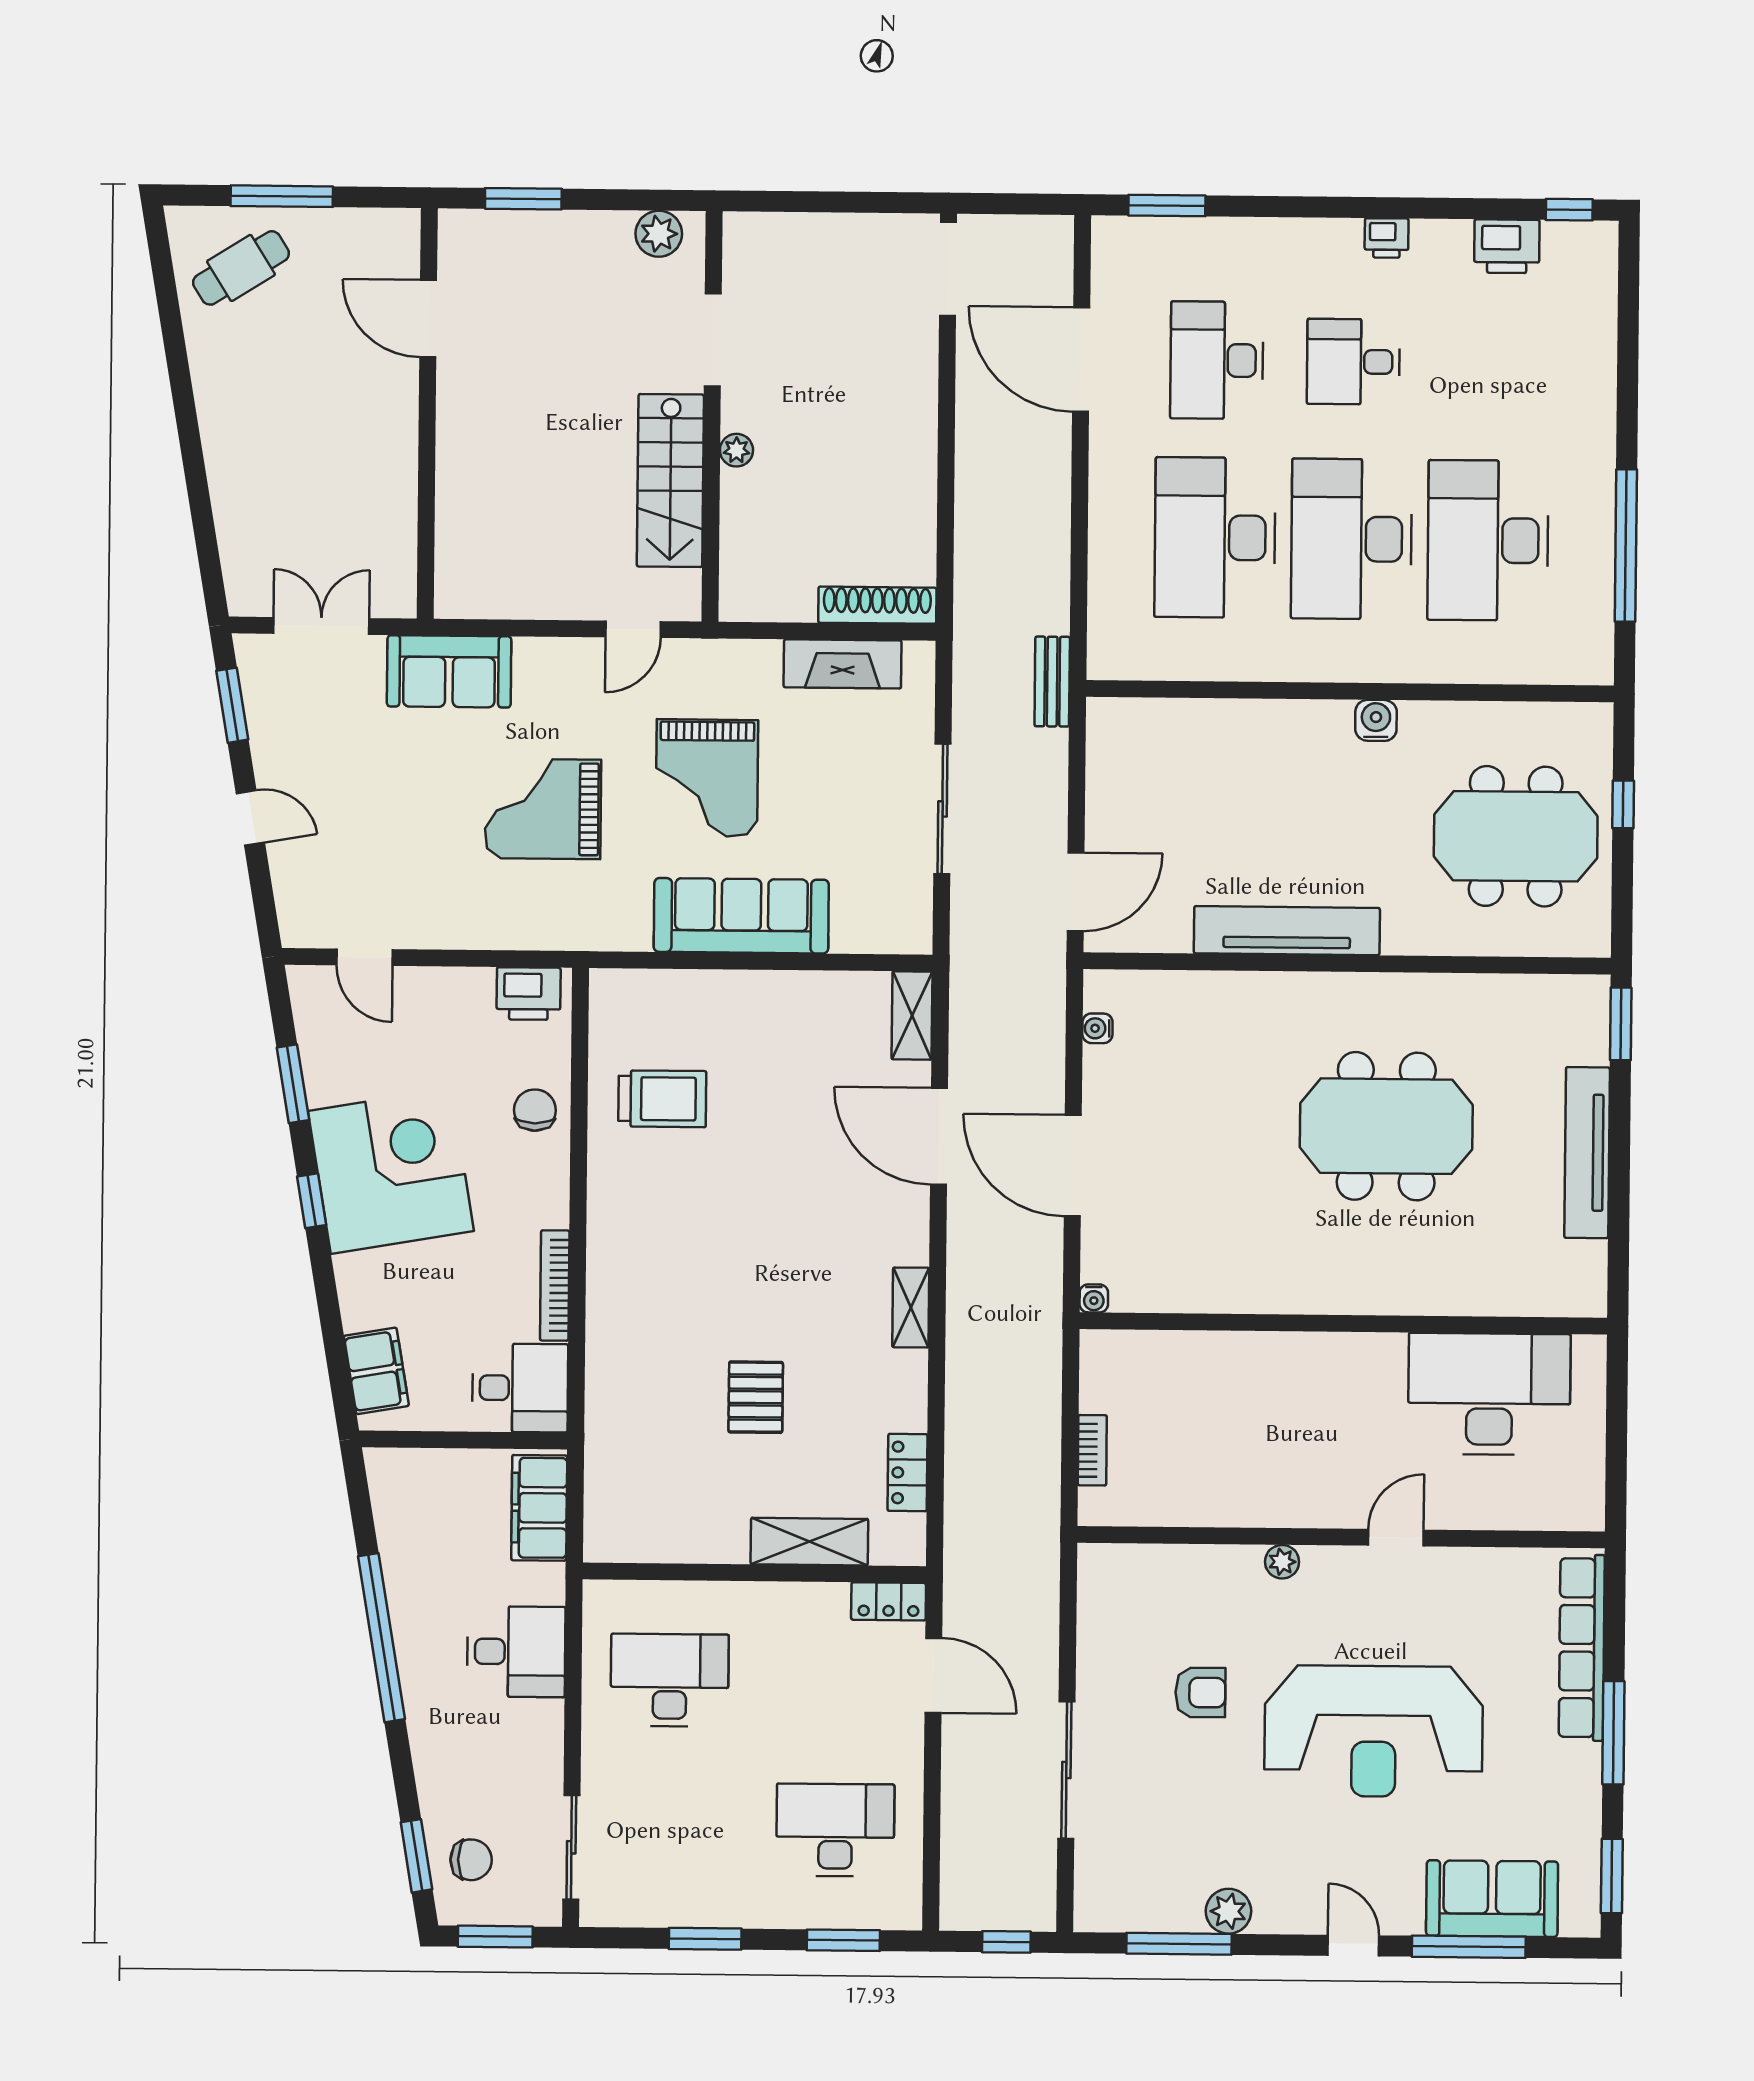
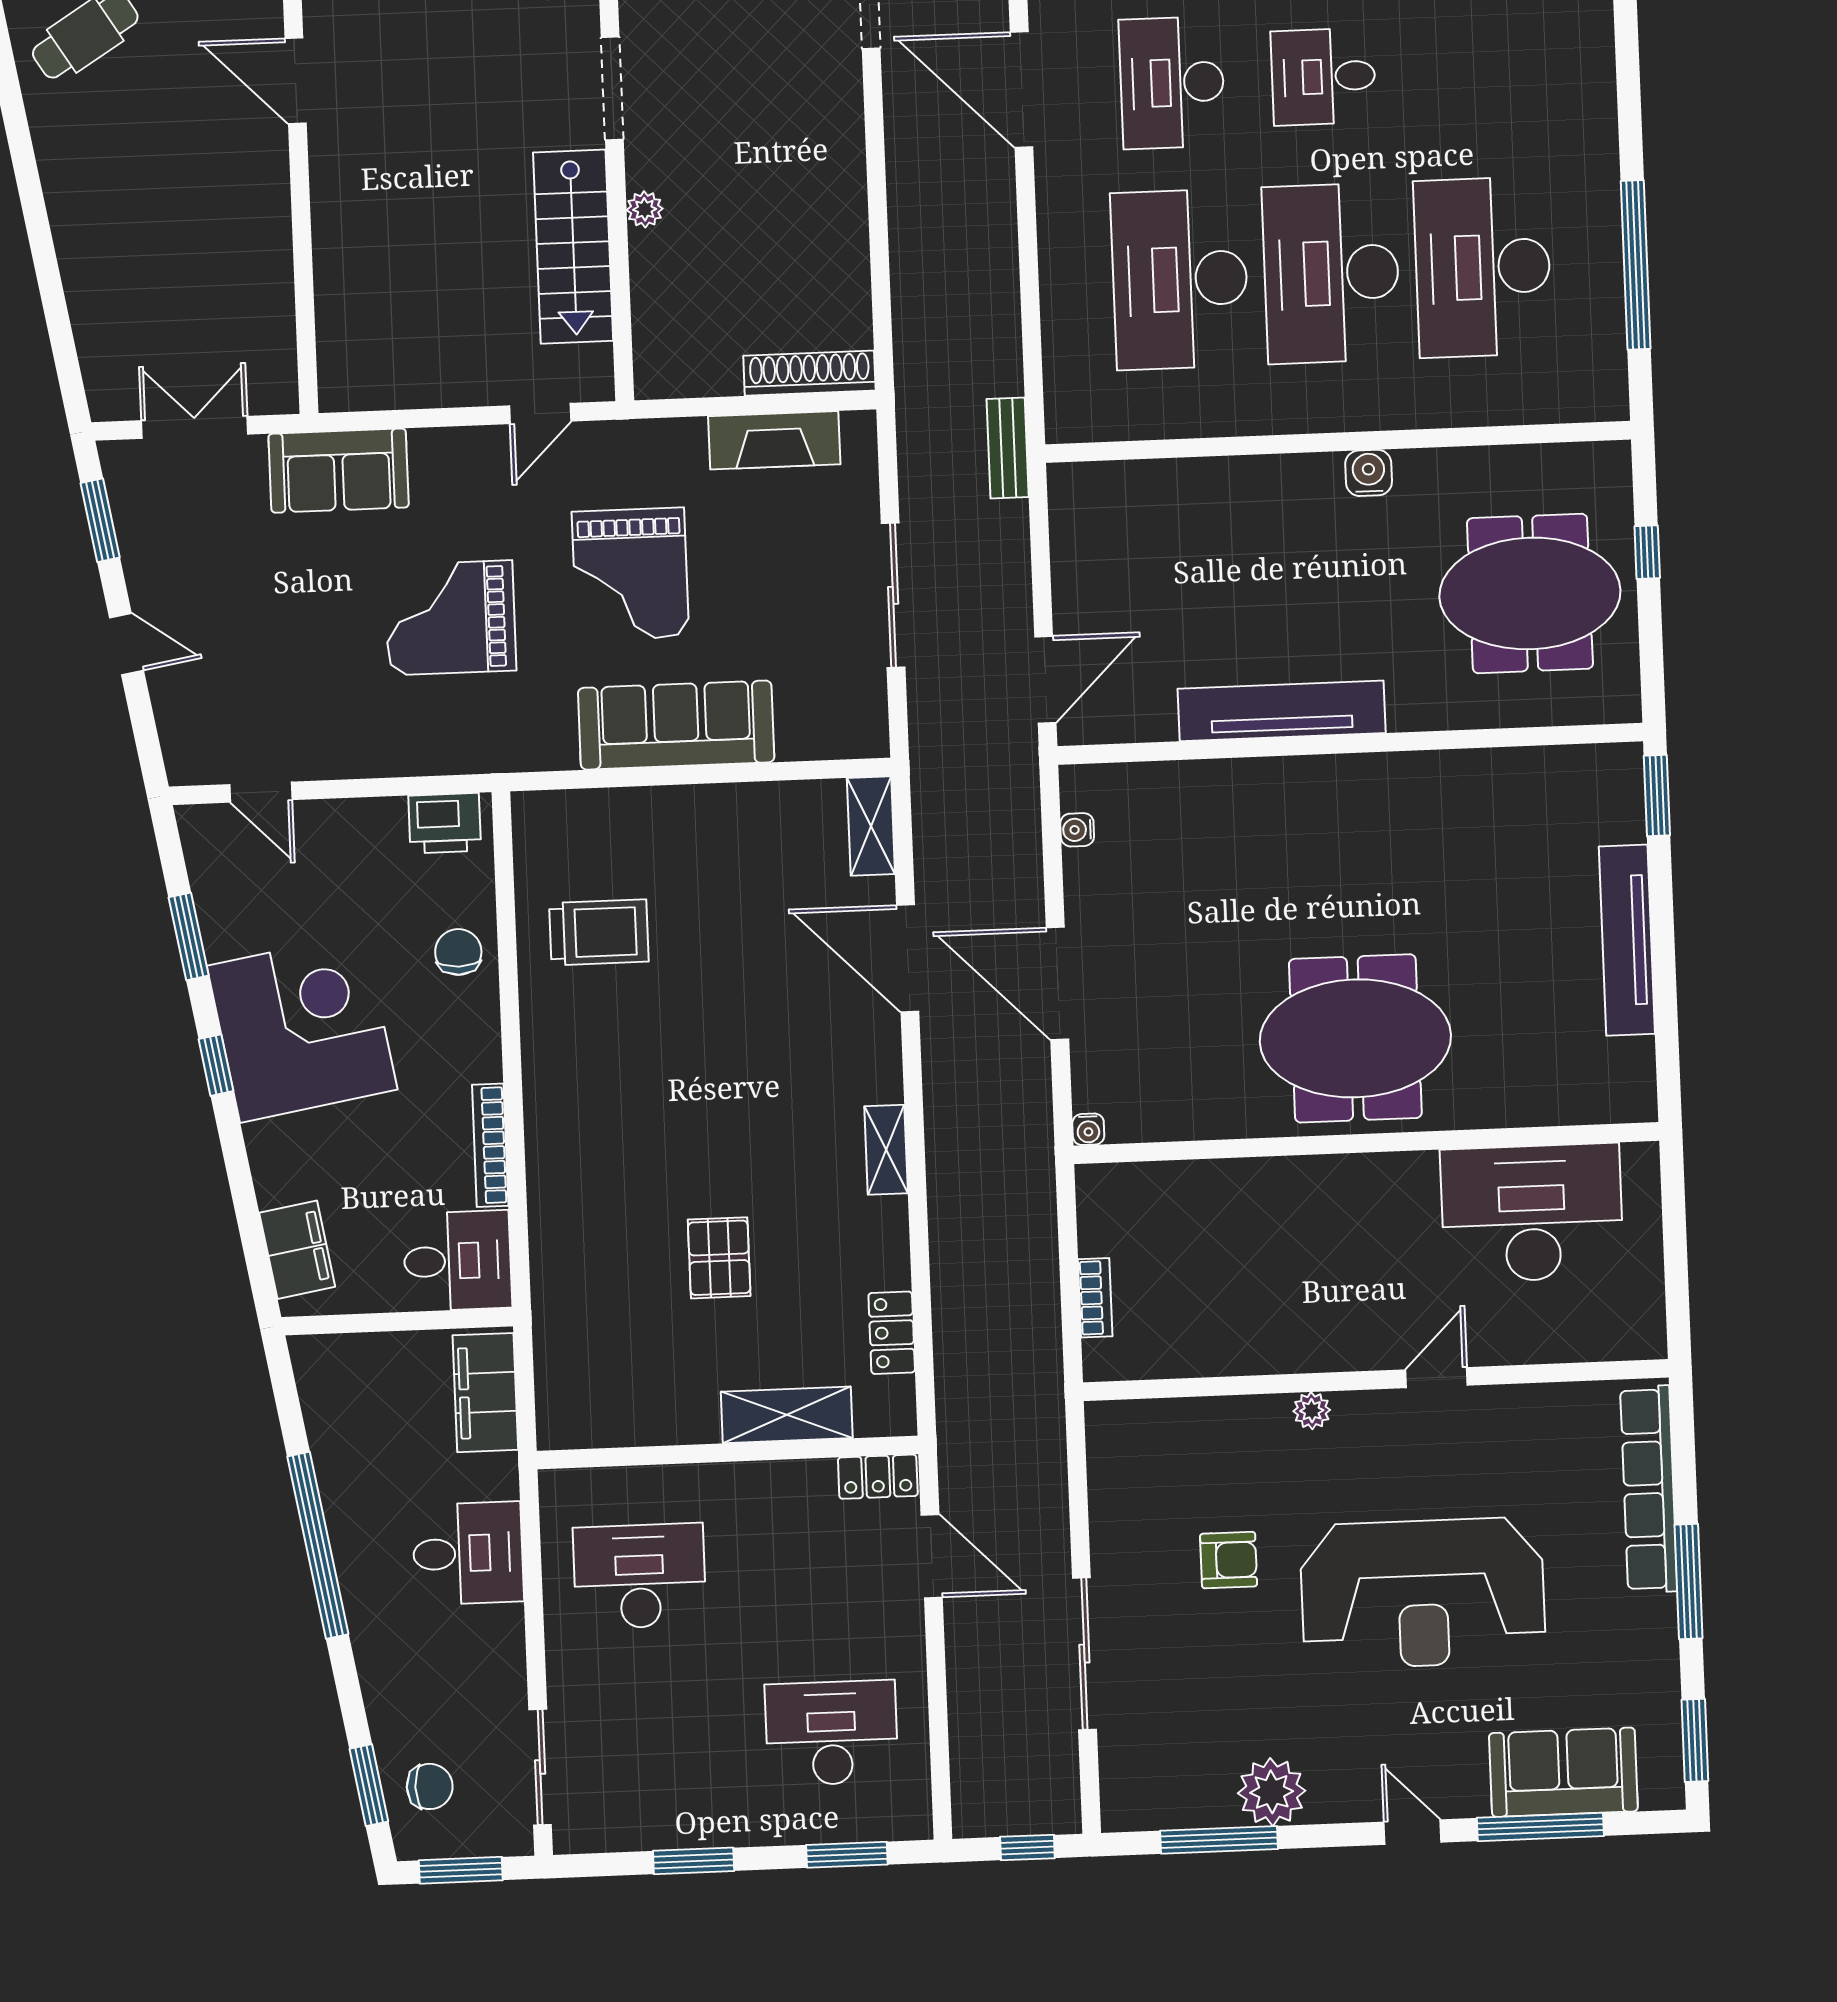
meeting table: (1386, 1126) -> (1355, 1038), moved
plant: (1228, 1911) -> (1272, 1792), width x1.36, depth x1.36

